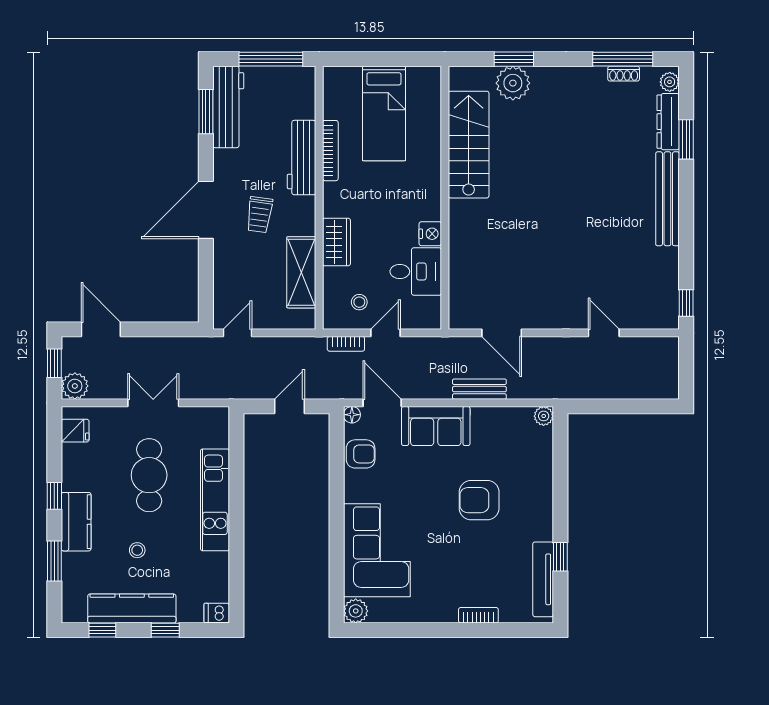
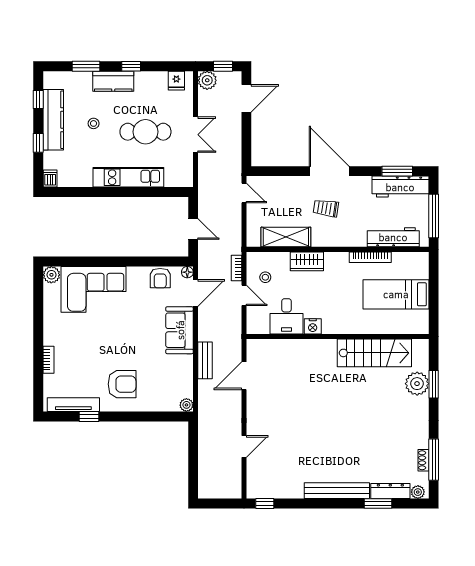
workbench: (302, 158) -> (393, 237), moved
armchair: (479, 500) -> (122, 384), moved, turned 90

